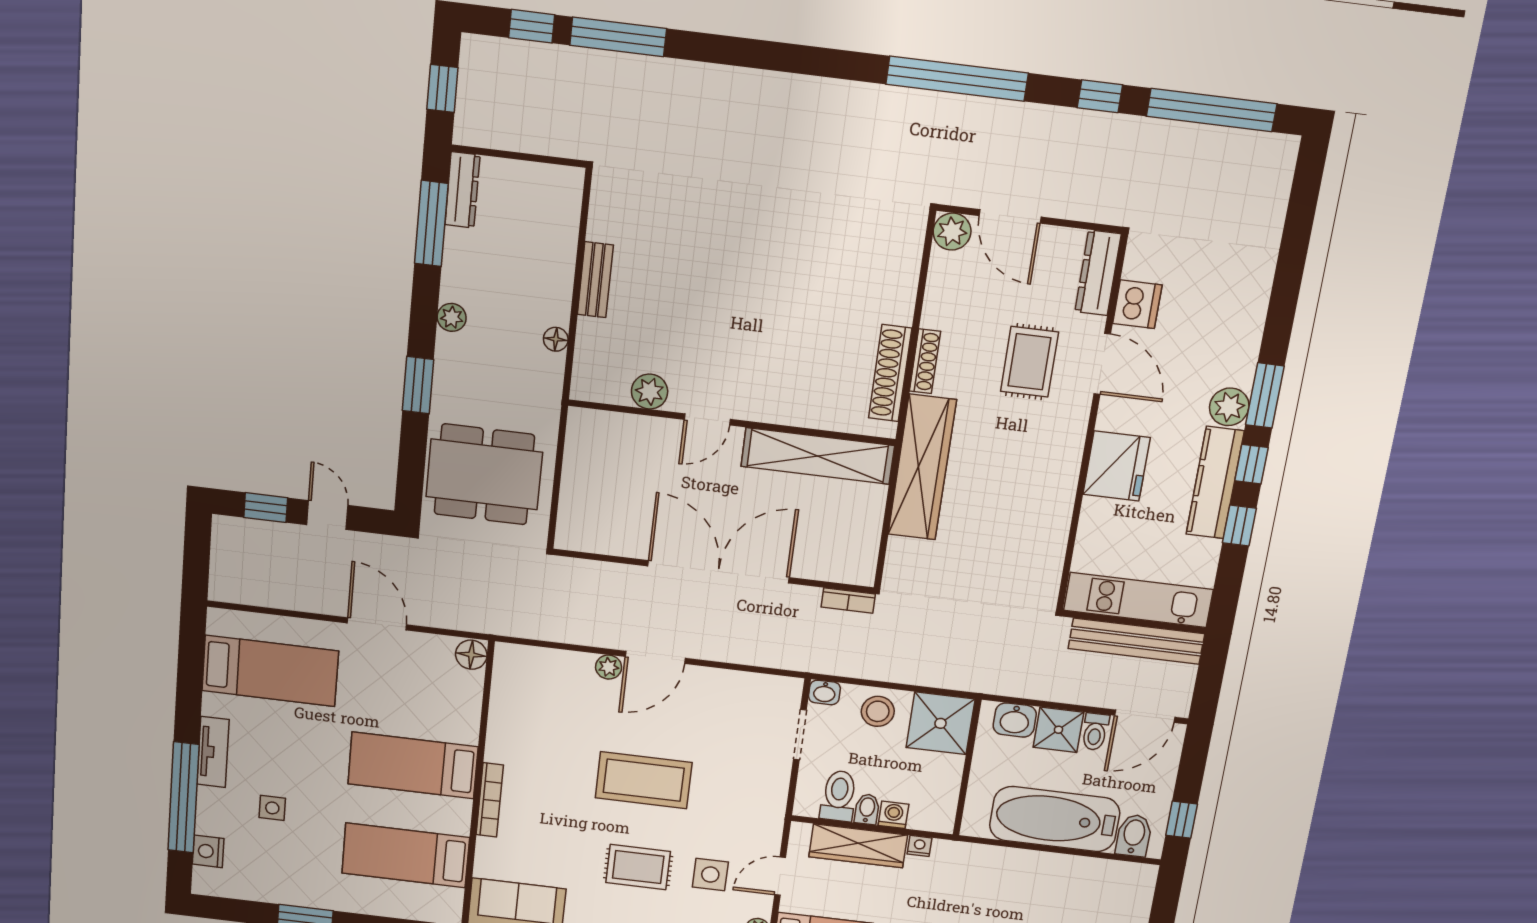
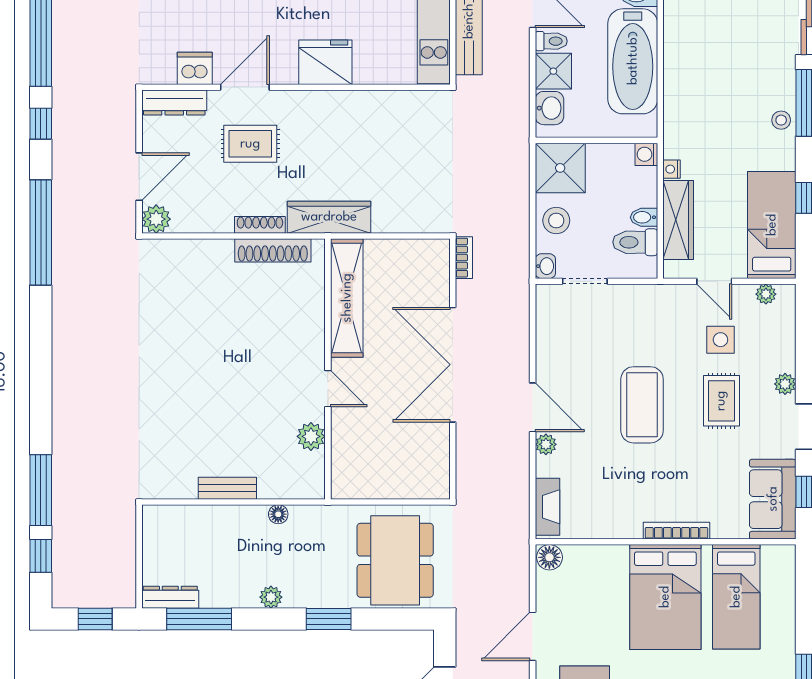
wardrobe: (922, 467) -> (329, 217), width x0.71, depth x0.85
fireplace: (533, 660) -> (547, 507), added
bed: (413, 765) -> (665, 597), width x1.50
washing machine: (893, 815) -> (646, 154), moved

